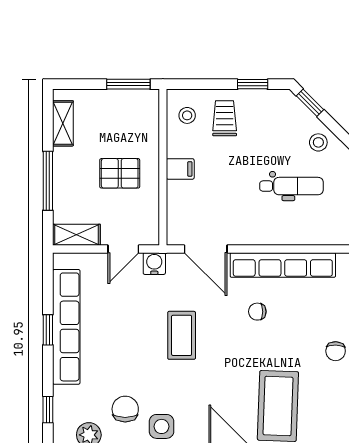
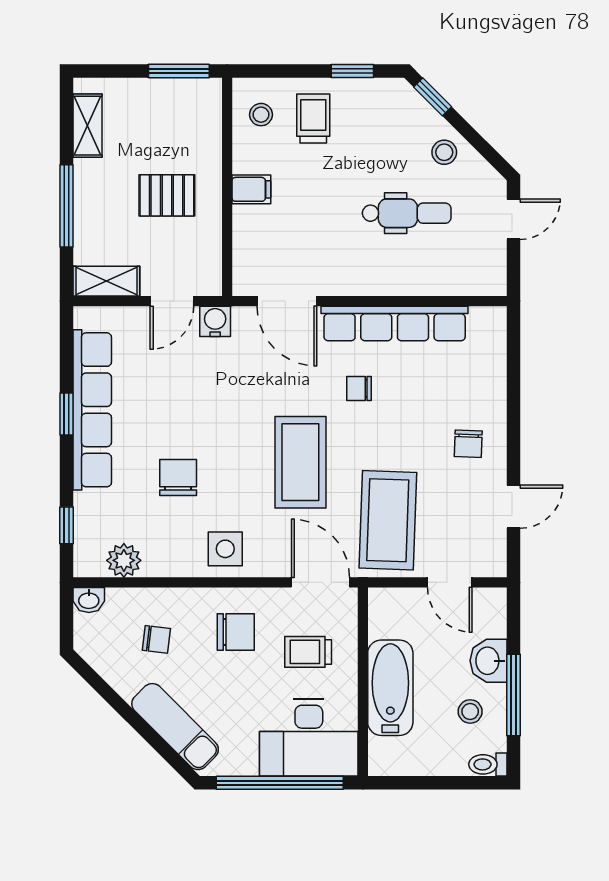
coffee table: (182, 335) -> (300, 462), moved, width x1.36, depth x1.32
chair: (125, 409) -> (178, 477), moved

